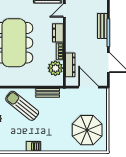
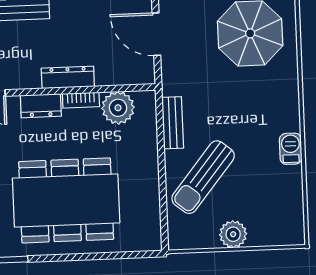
dresser: (70, 65) -> (68, 77), moved
door: (88, 87) -> (156, 34), hinge flipped

